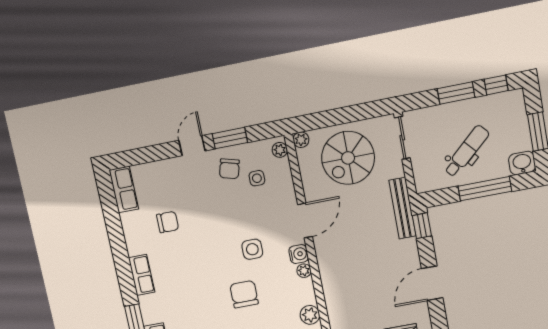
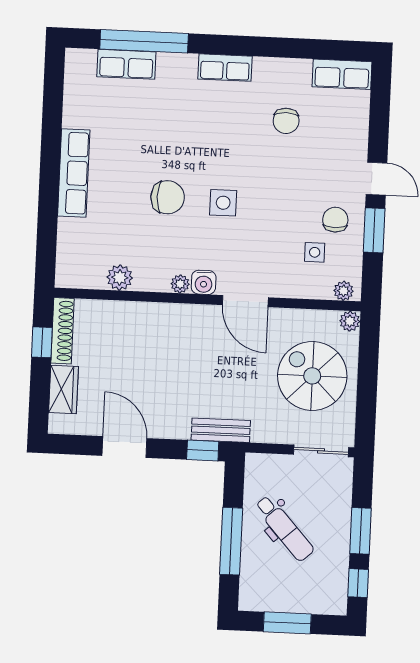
washbasin: (522, 163) -> (253, 595), removed
chair: (229, 169) -> (335, 220), turned 75
bench: (402, 208) -> (221, 430), width x0.73
side table: (252, 249) -> (223, 203), moved

